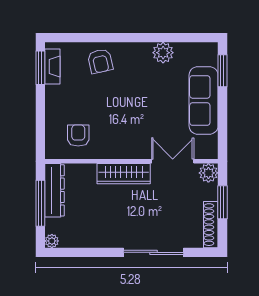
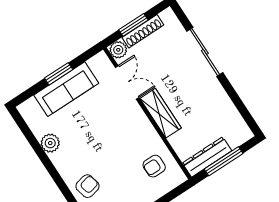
window: (222, 71) -> (59, 74), moved
double door: (173, 161) -> (127, 82), swing flipped
shoe rack: (211, 225) -> (143, 31), moved
plant: (52, 241) -> (246, 134), removed

